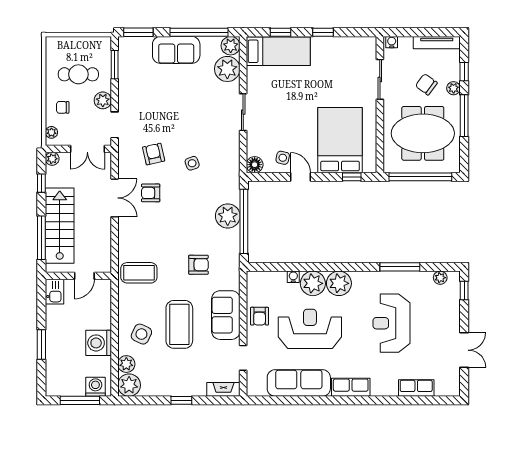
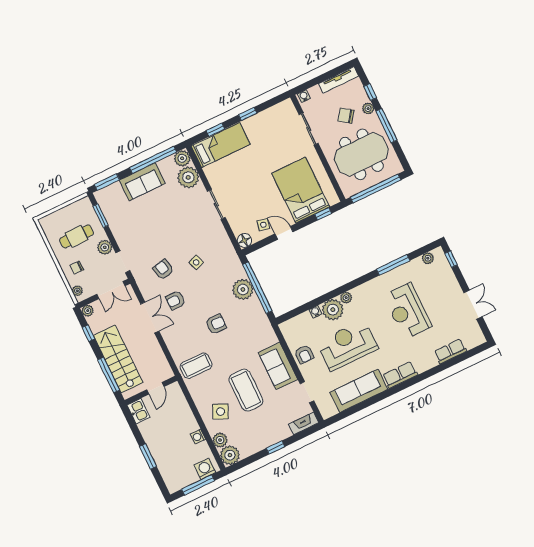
armchair: (198, 265) -> (216, 324), moved
plant: (339, 283) -> (346, 298), width x0.53, depth x0.53
washing machine: (99, 343) -> (198, 437), width x0.53, depth x0.53

